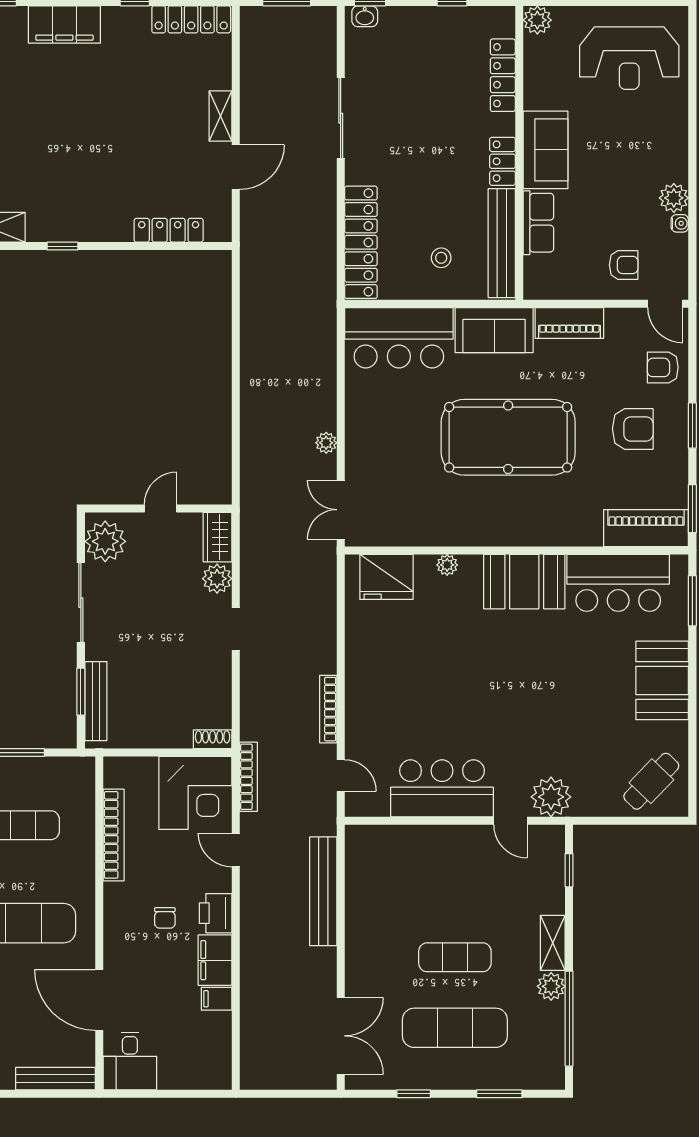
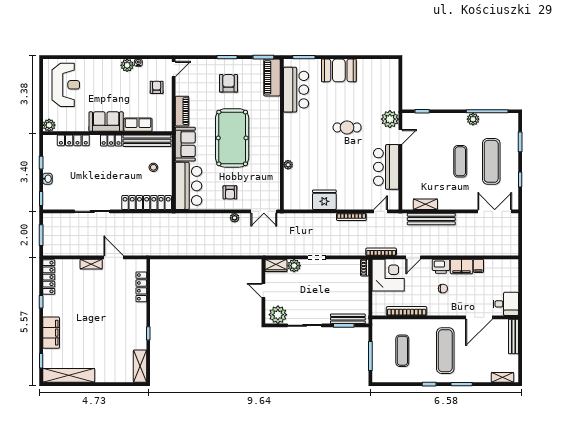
washbasin: (365, 16) -> (47, 179), moved
armchair: (663, 367) -> (230, 192), moved
fridge: (386, 577) -> (324, 200), moved, turned -90
booth: (524, 582) -> (295, 131), removed
cafe table: (651, 781) -> (347, 127), moved, turned -44
shelving: (553, 943) -> (425, 204), moved

